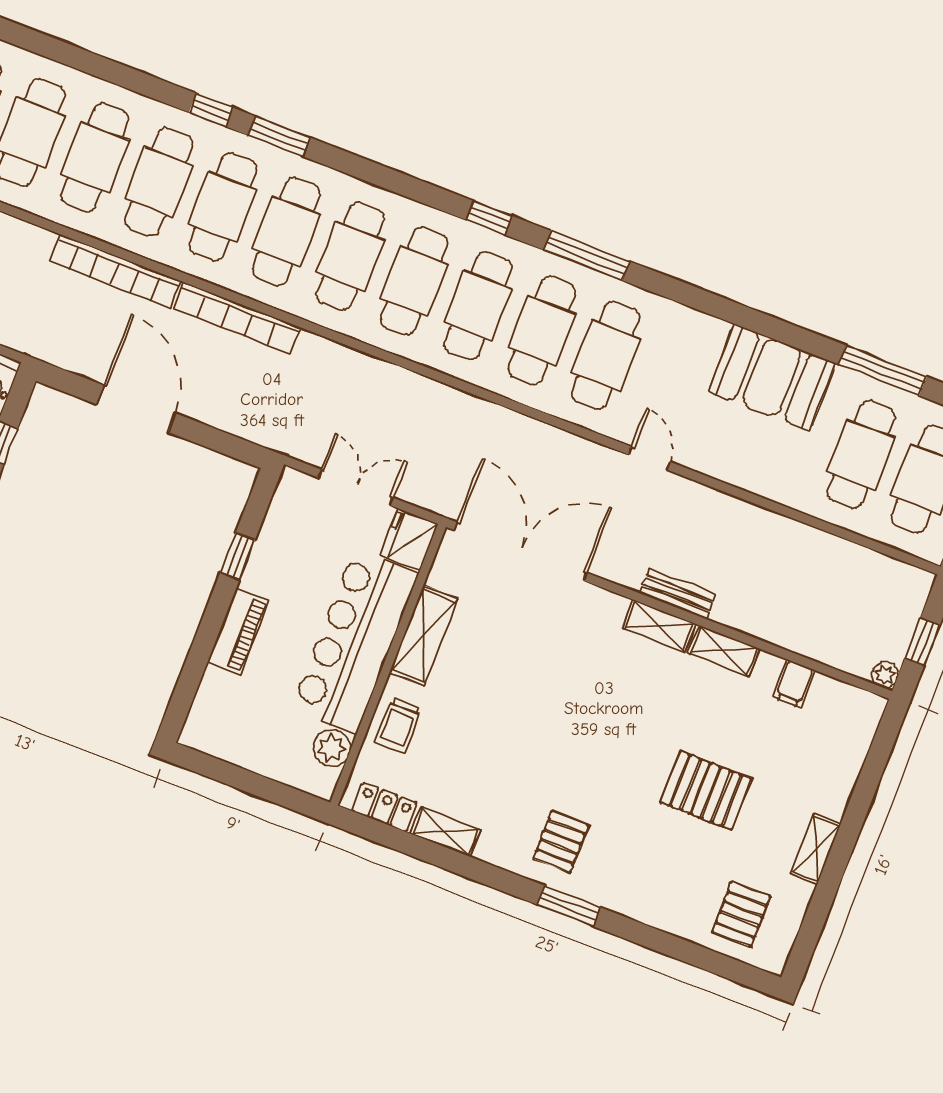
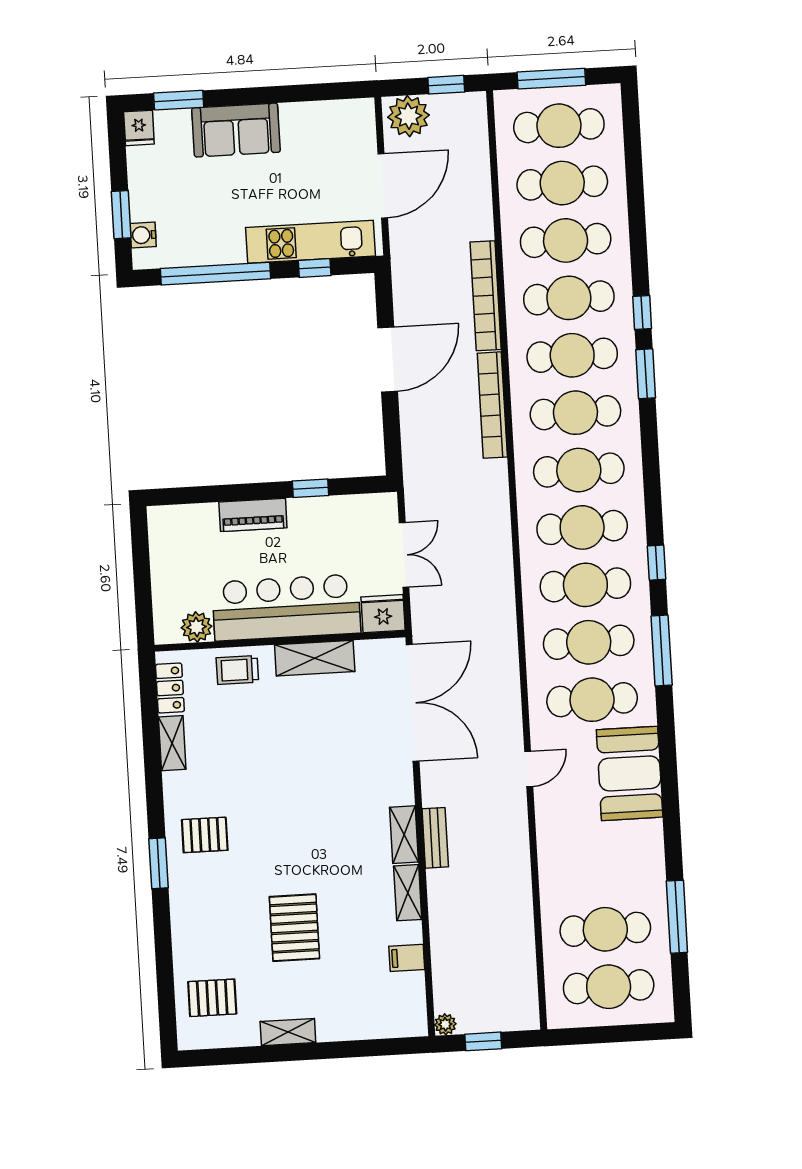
booth: (772, 377) -> (630, 773), moved

